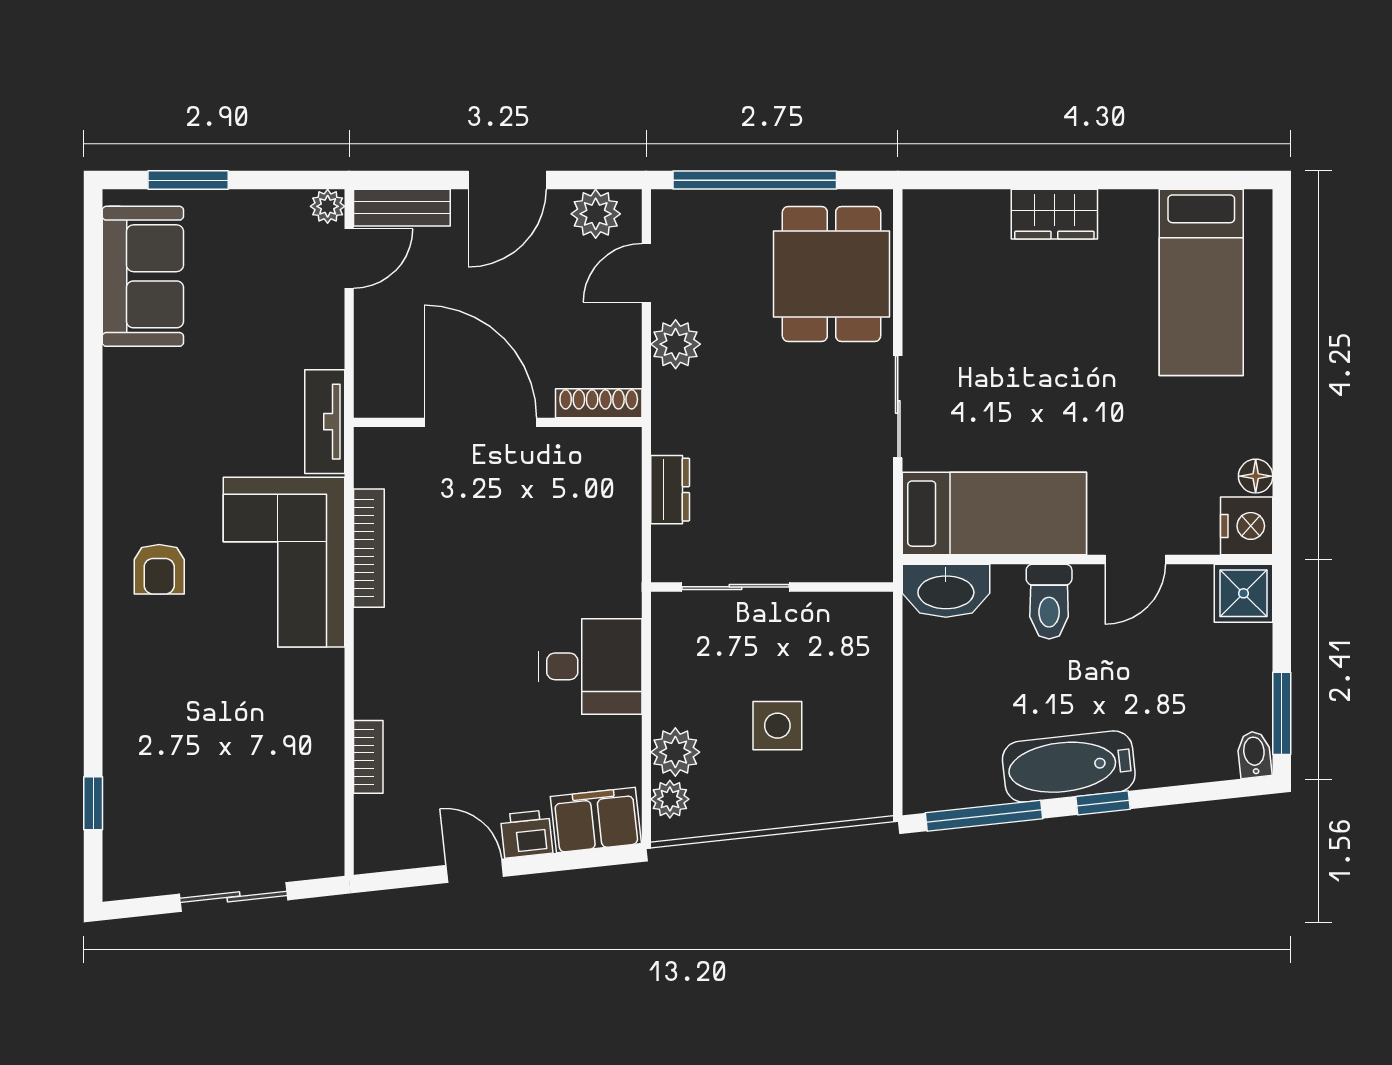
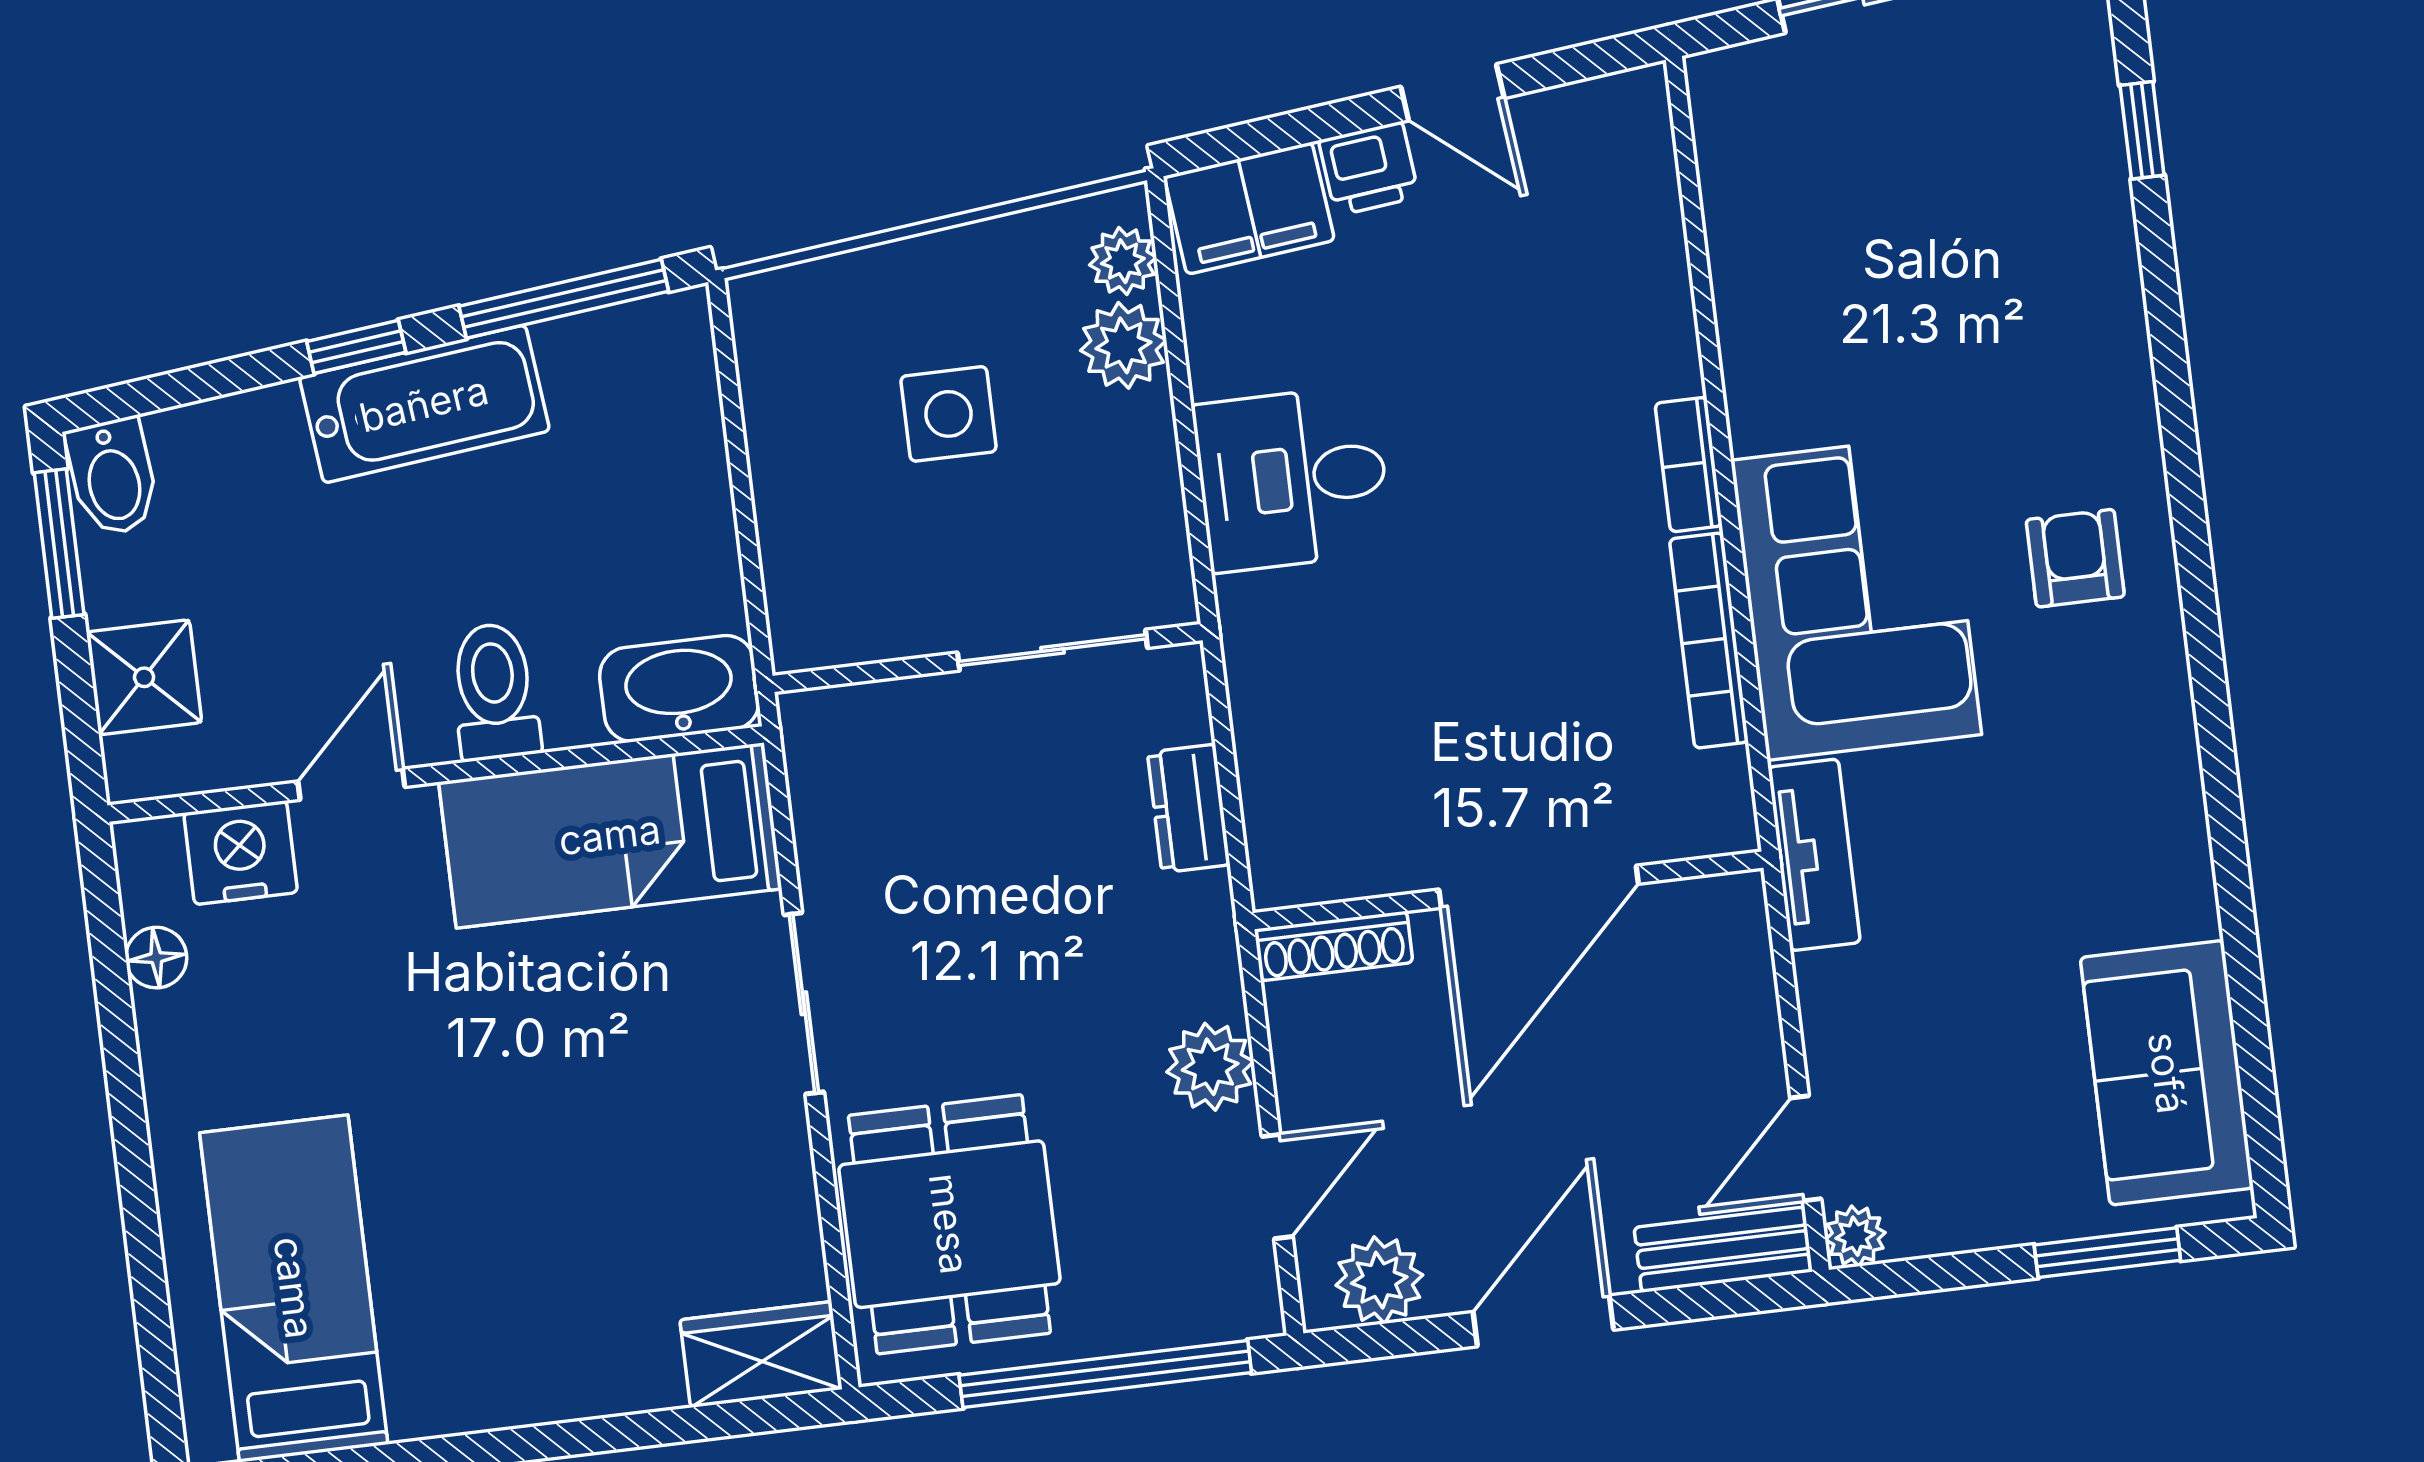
wardrobe: (1054, 214) -> (761, 1354), moved
door: (480, 422) -> (1539, 887), hinge flipped
nightstand: (1247, 526) -> (241, 853), moved, turned 90
shower: (1243, 593) -> (144, 677), moved
bidet: (1254, 754) -> (113, 477), width x1.38, depth x1.36
bookcase: (368, 757) -> (1689, 465), moved

